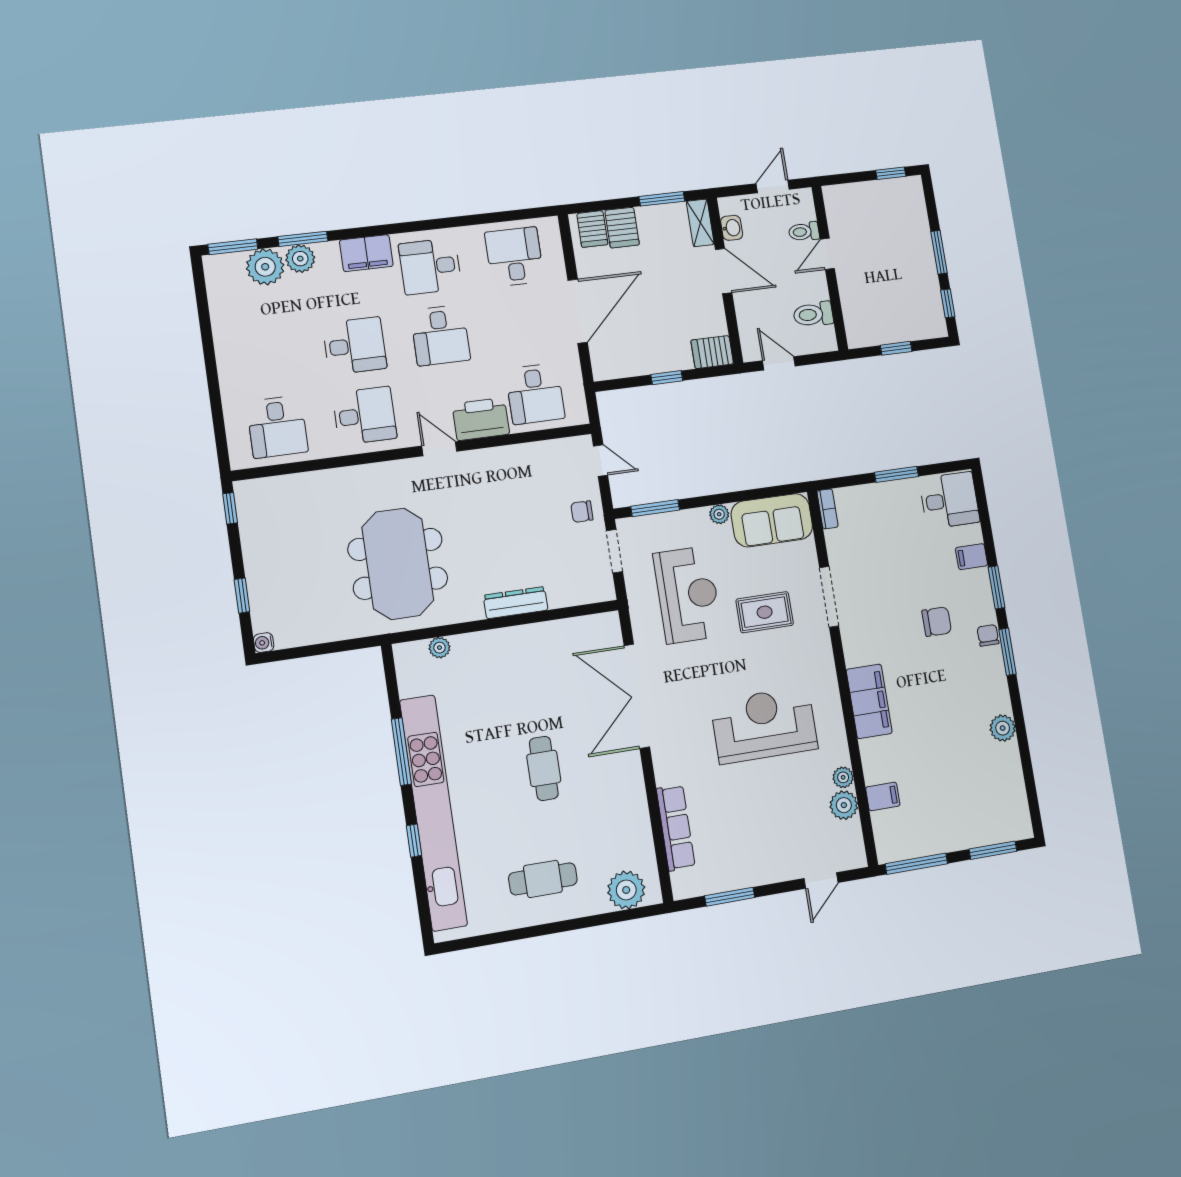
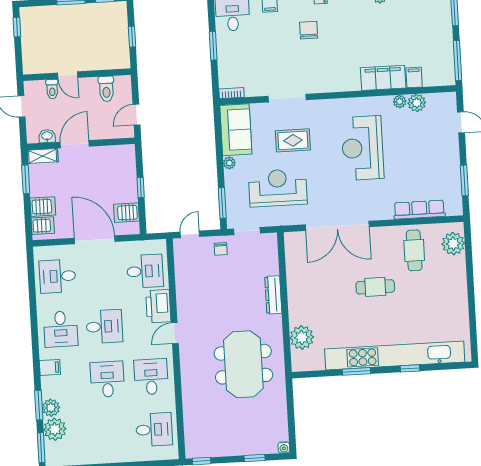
filing cabinet: (366, 253) -> (50, 367), width x0.50
server rack: (712, 352) -> (126, 213), moved, turned 90
meeting table: (398, 564) -> (243, 364), turned 90
rug: (765, 612) -> (293, 140), turned 90
plant: (439, 648) -> (302, 337), width x1.88, depth x1.88
filing cabinet: (869, 701) -> (383, 78), moved
window: (401, 752) -> (357, 371), width x0.69
cafe table: (543, 879) -> (414, 250), moved

